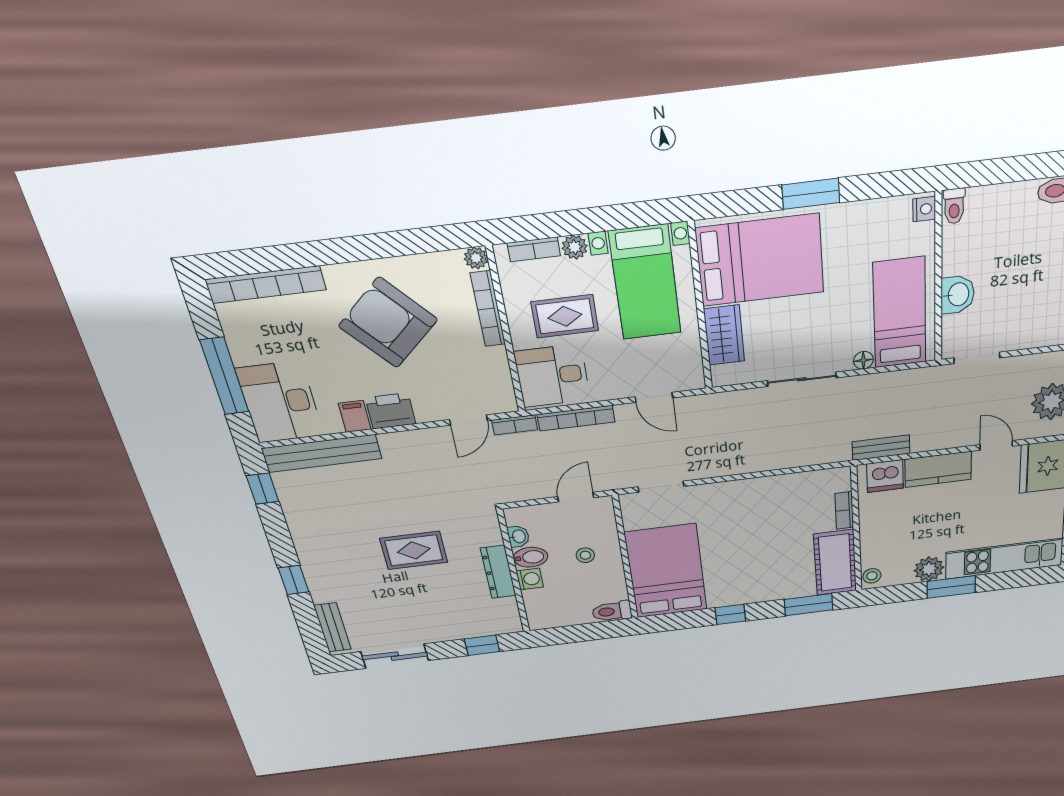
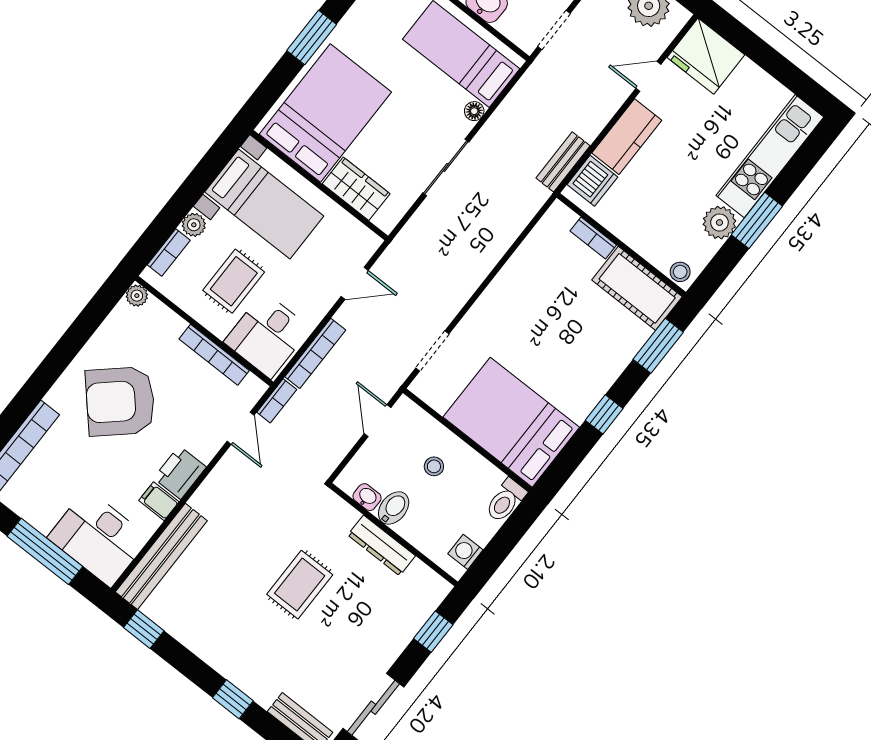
bookcase: (488, 309) -> (214, 355), moved
washing machine: (530, 579) -> (465, 552), moved, turned -90

